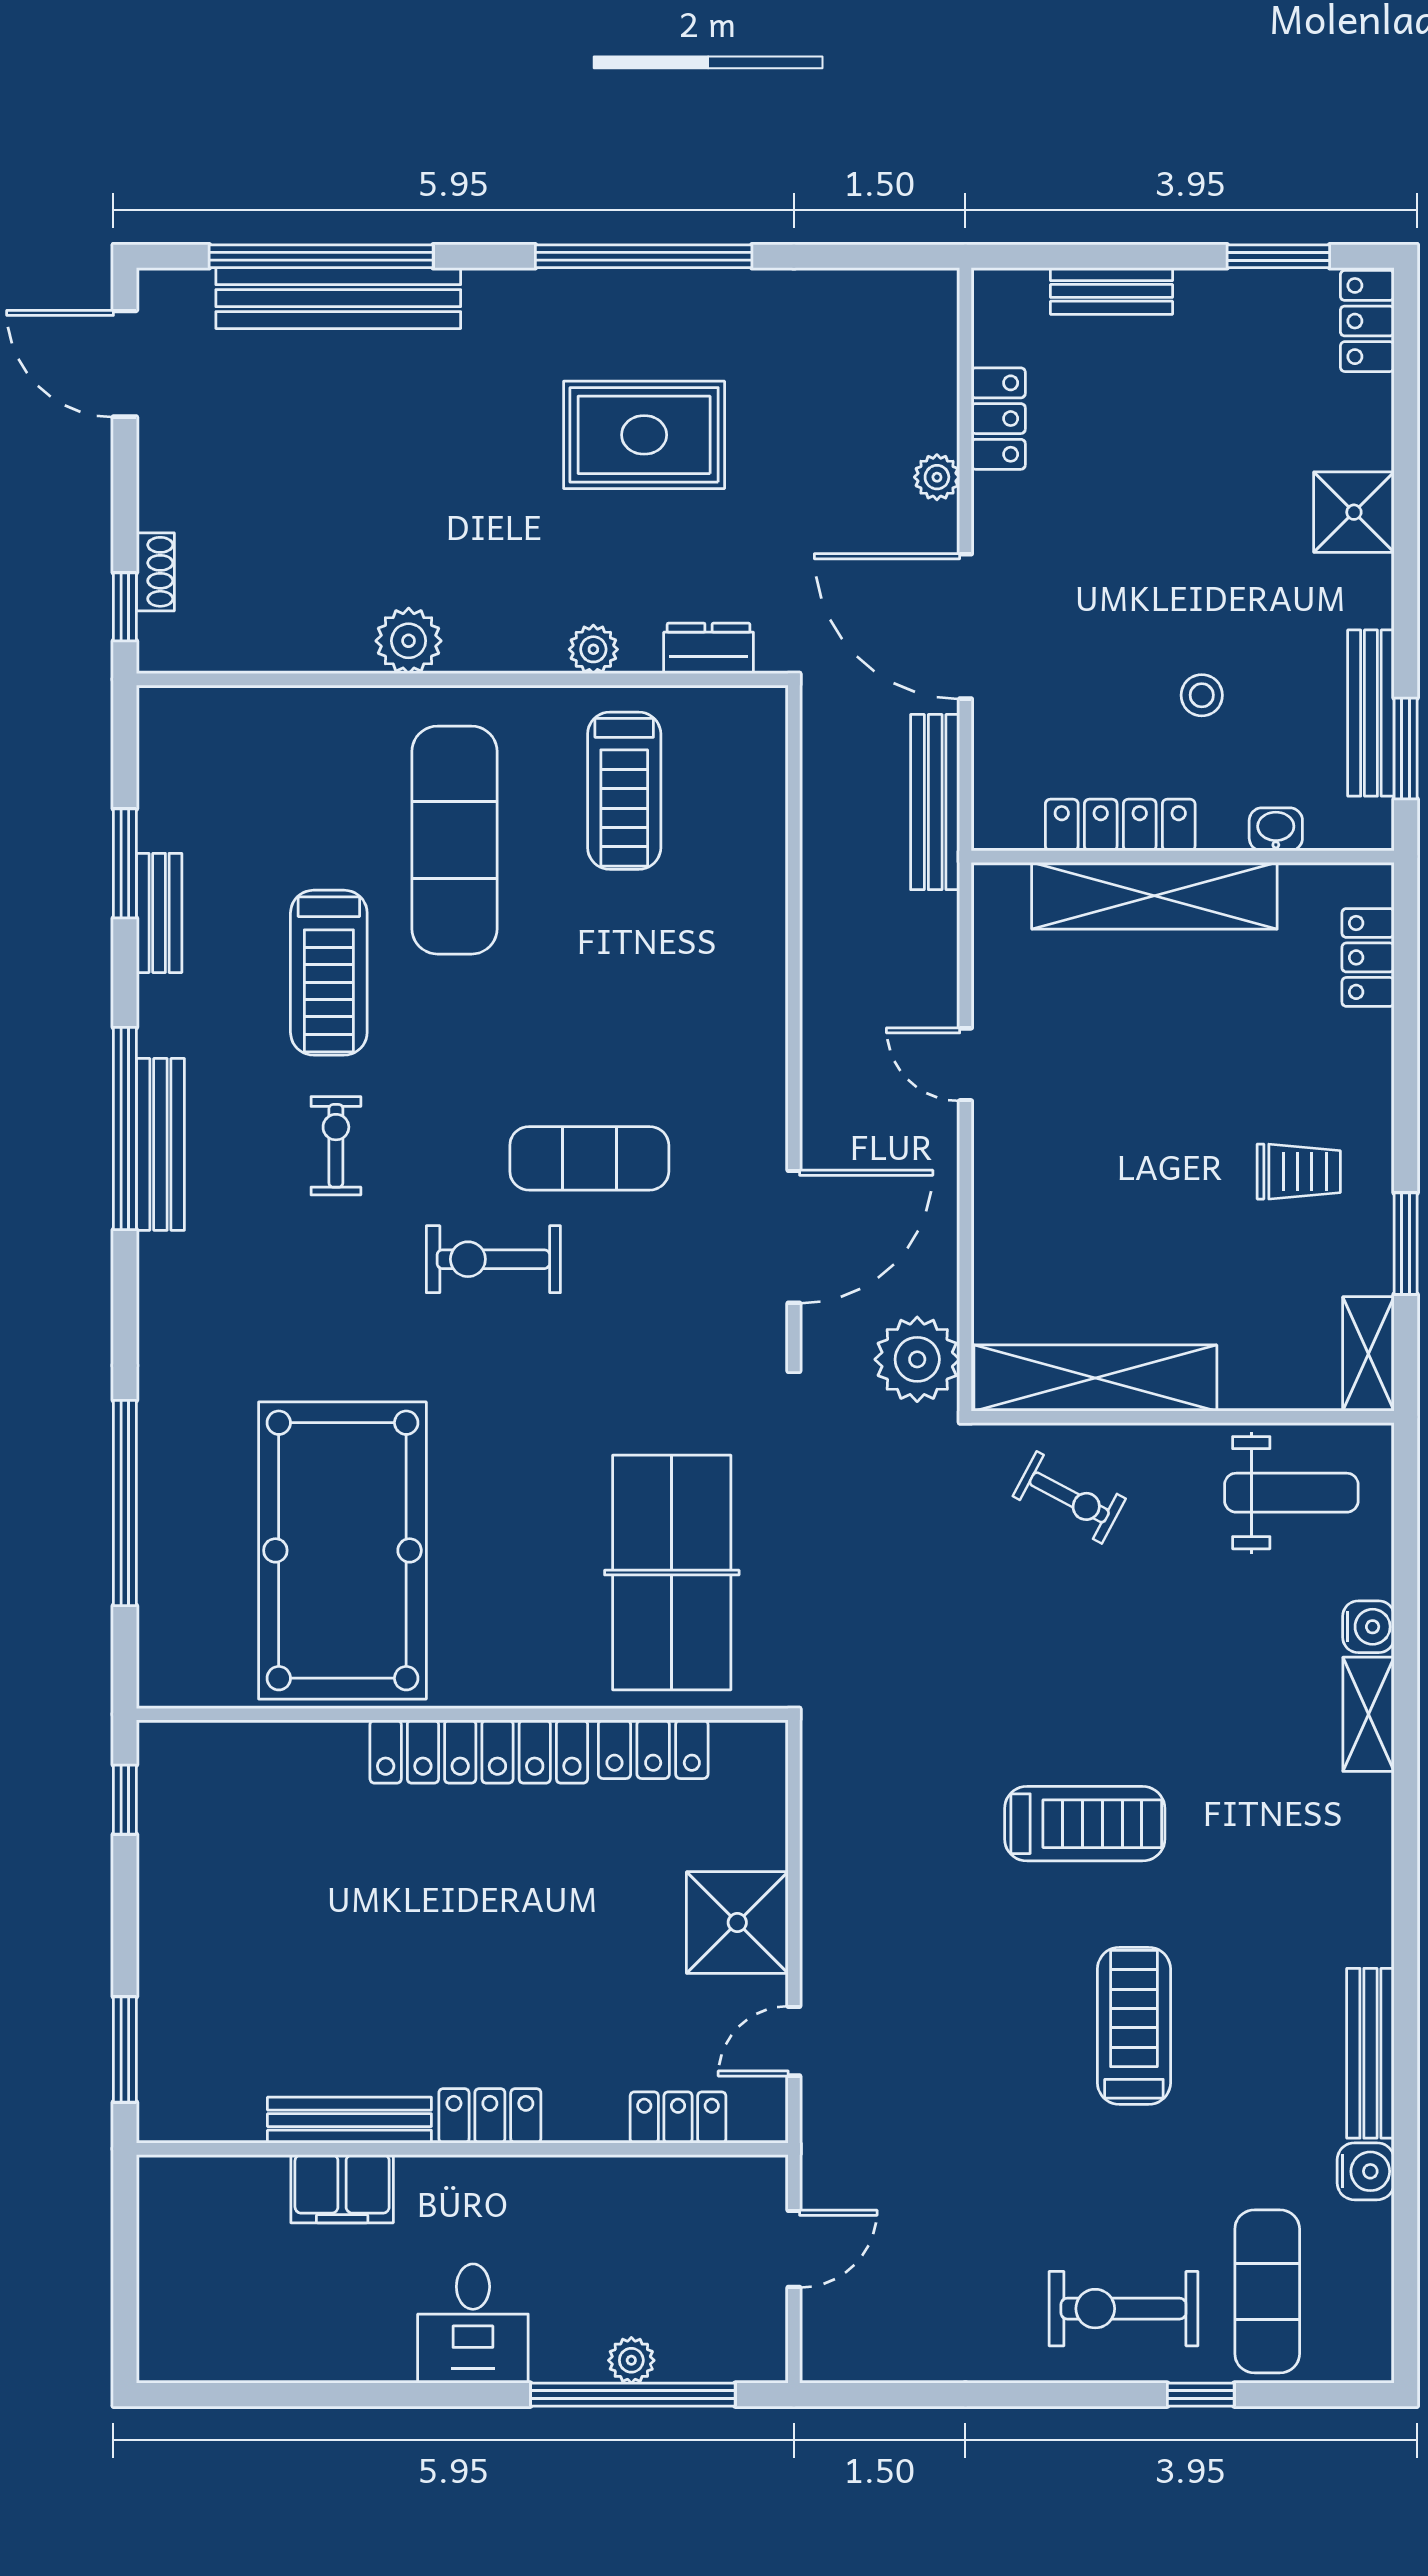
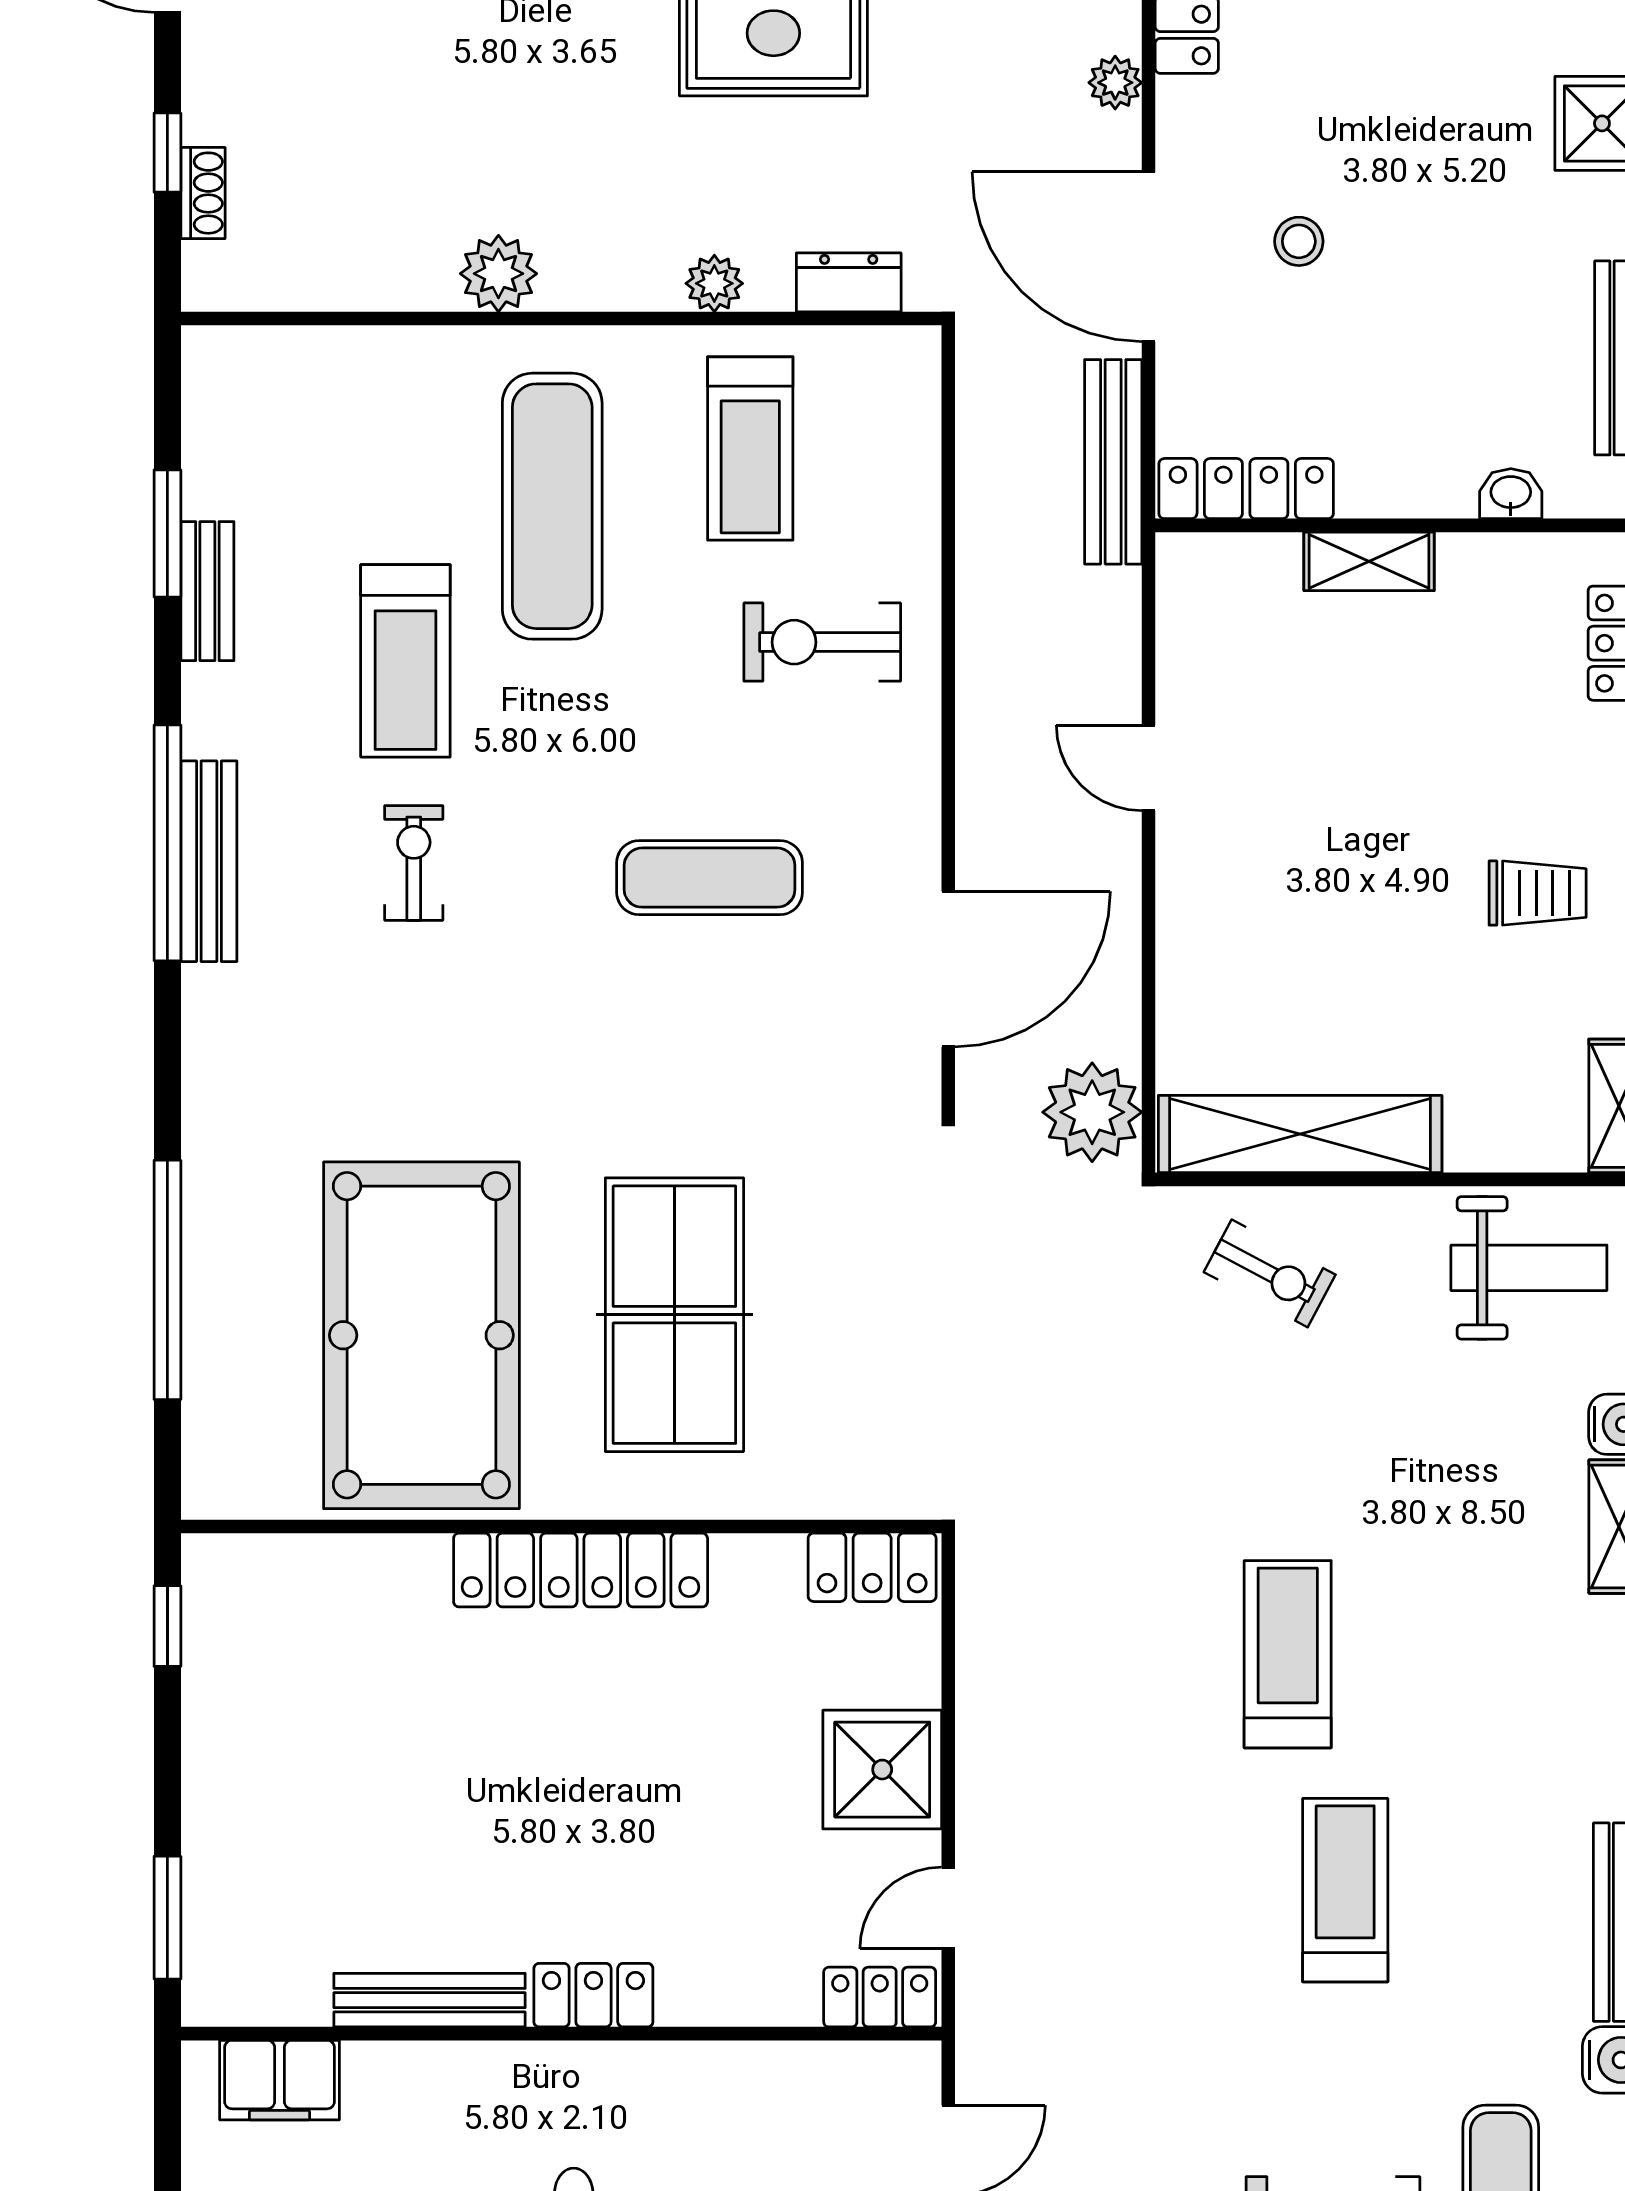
window: (125, 607) -> (167, 153), moved
stool: (1202, 695) -> (1299, 241), moved
locker: (1120, 825) -> (1246, 489), moved
shelving: (1154, 896) -> (1369, 561), width x0.45, depth x0.75
exercise bike: (493, 1259) -> (822, 642), moved
table tennis table: (672, 1573) -> (674, 1315), moved
locker: (653, 1749) -> (872, 1567), moved
treadmill: (1085, 1824) -> (1288, 1654), turned -90
locker: (678, 2117) -> (880, 1997), moved
filing cabinet: (342, 2189) -> (280, 2080), moved

